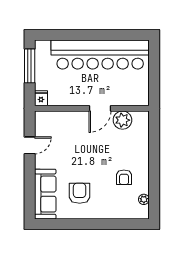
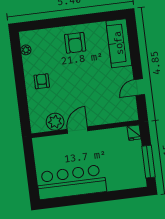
bar counter: (100, 55) -> (71, 182), width x0.73
armchair: (124, 177) -> (42, 81), moved
armchair: (80, 193) -> (75, 43), moved

